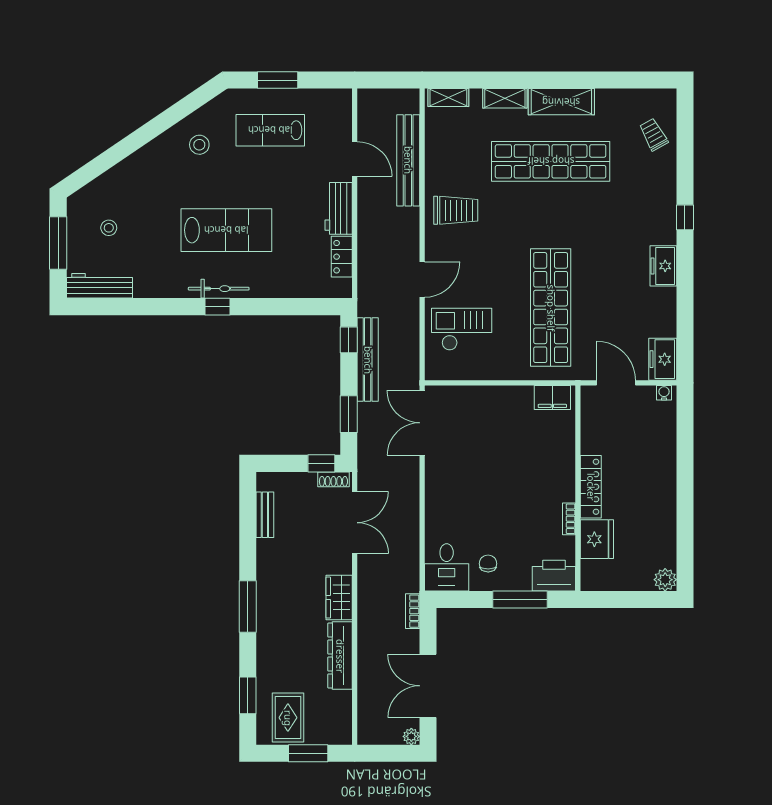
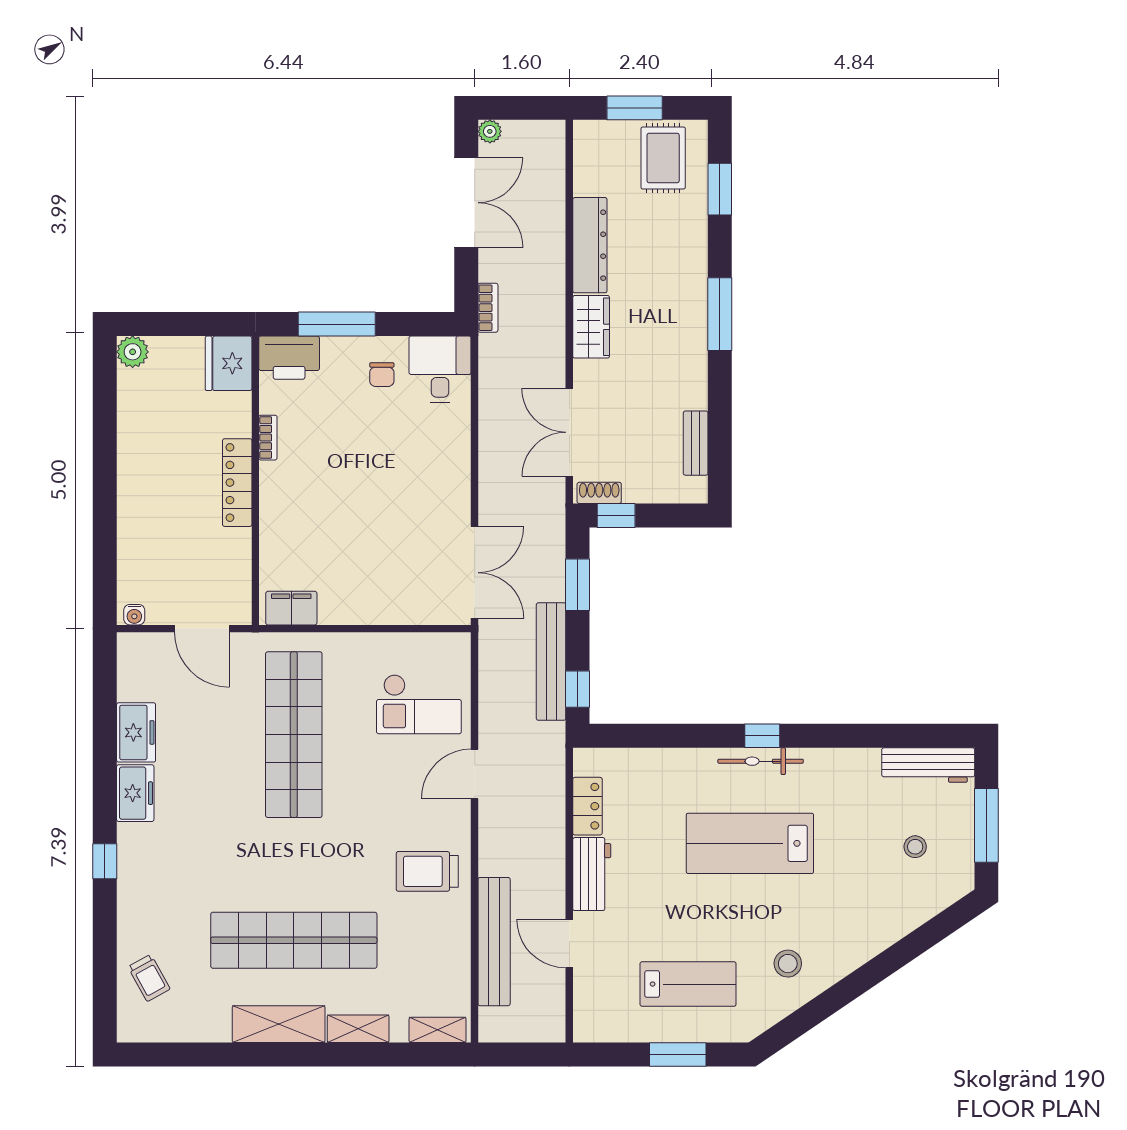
freezer: (663, 359) -> (136, 732), moved
fridge: (597, 539) -> (229, 363), moved

